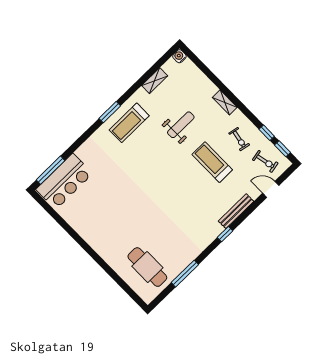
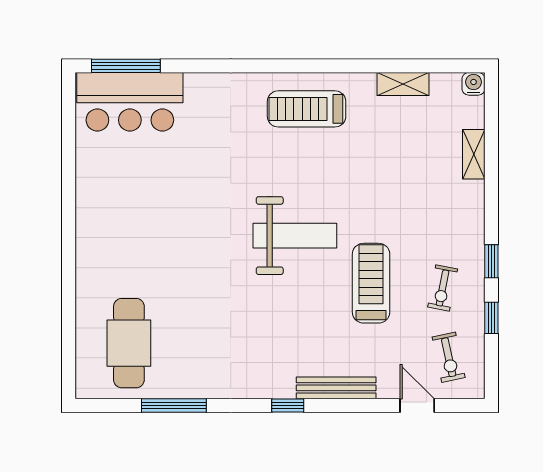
shelving: (225, 102) -> (474, 154), moved
window: (110, 112) -> (294, 66), removed
weight bench: (181, 125) -> (295, 236), moved, width x1.36, depth x1.33
window: (282, 149) -> (491, 261), moved

